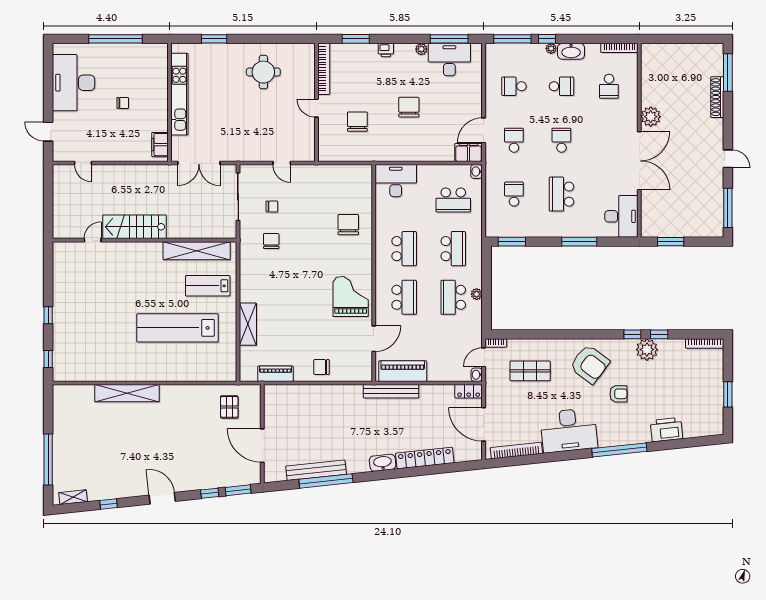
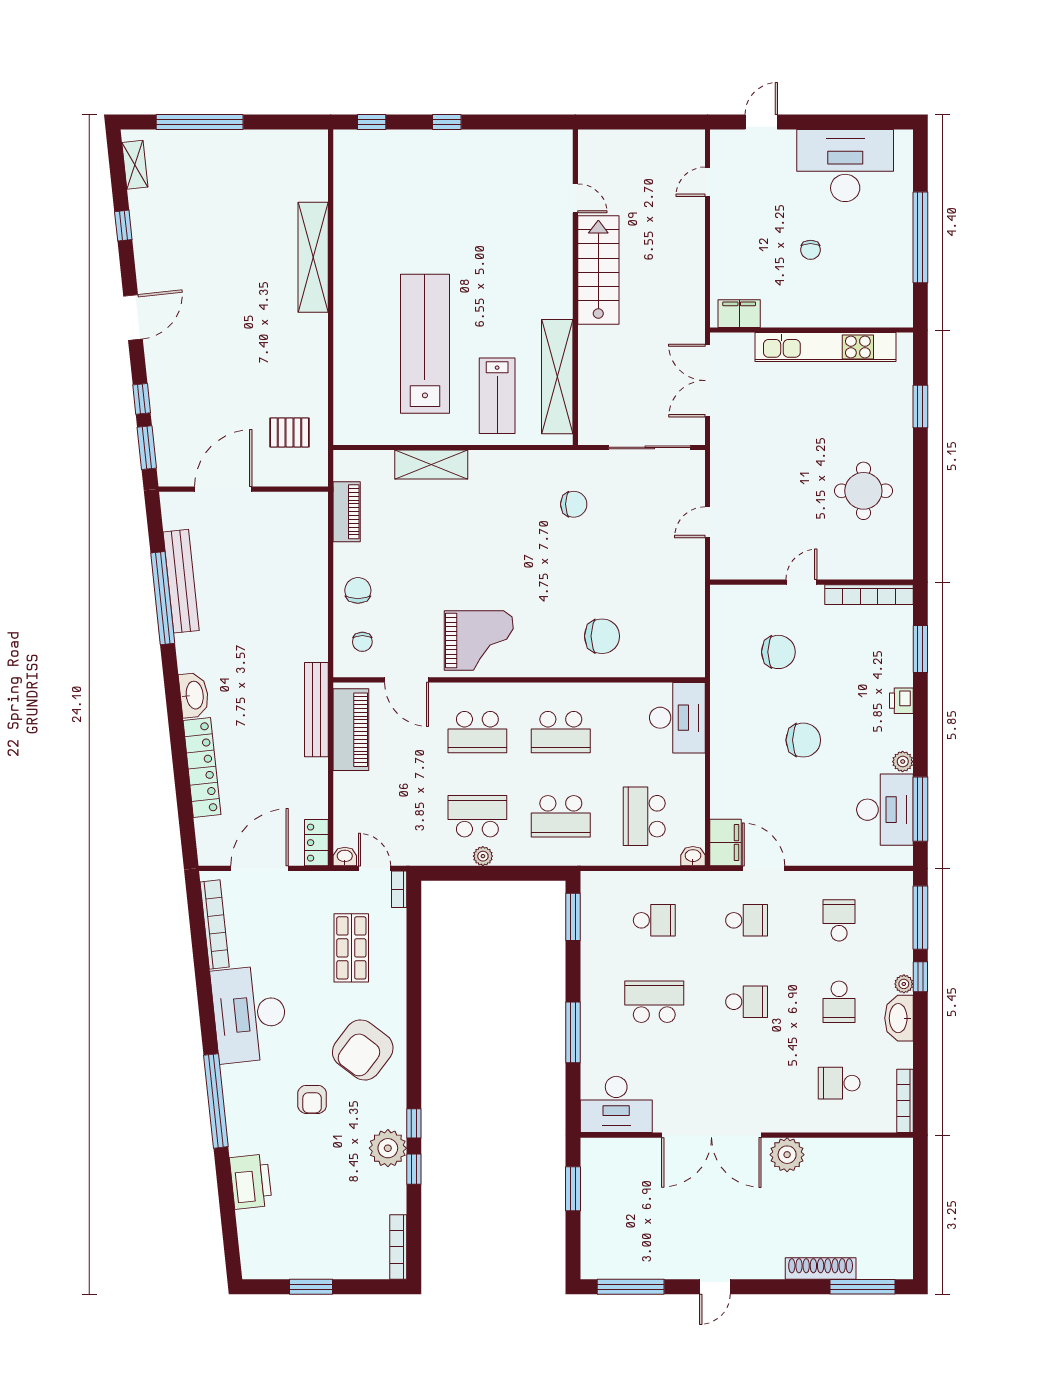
chair: (272, 206) -> (362, 642), moved
lab bench: (208, 286) -> (497, 396), turned 180

